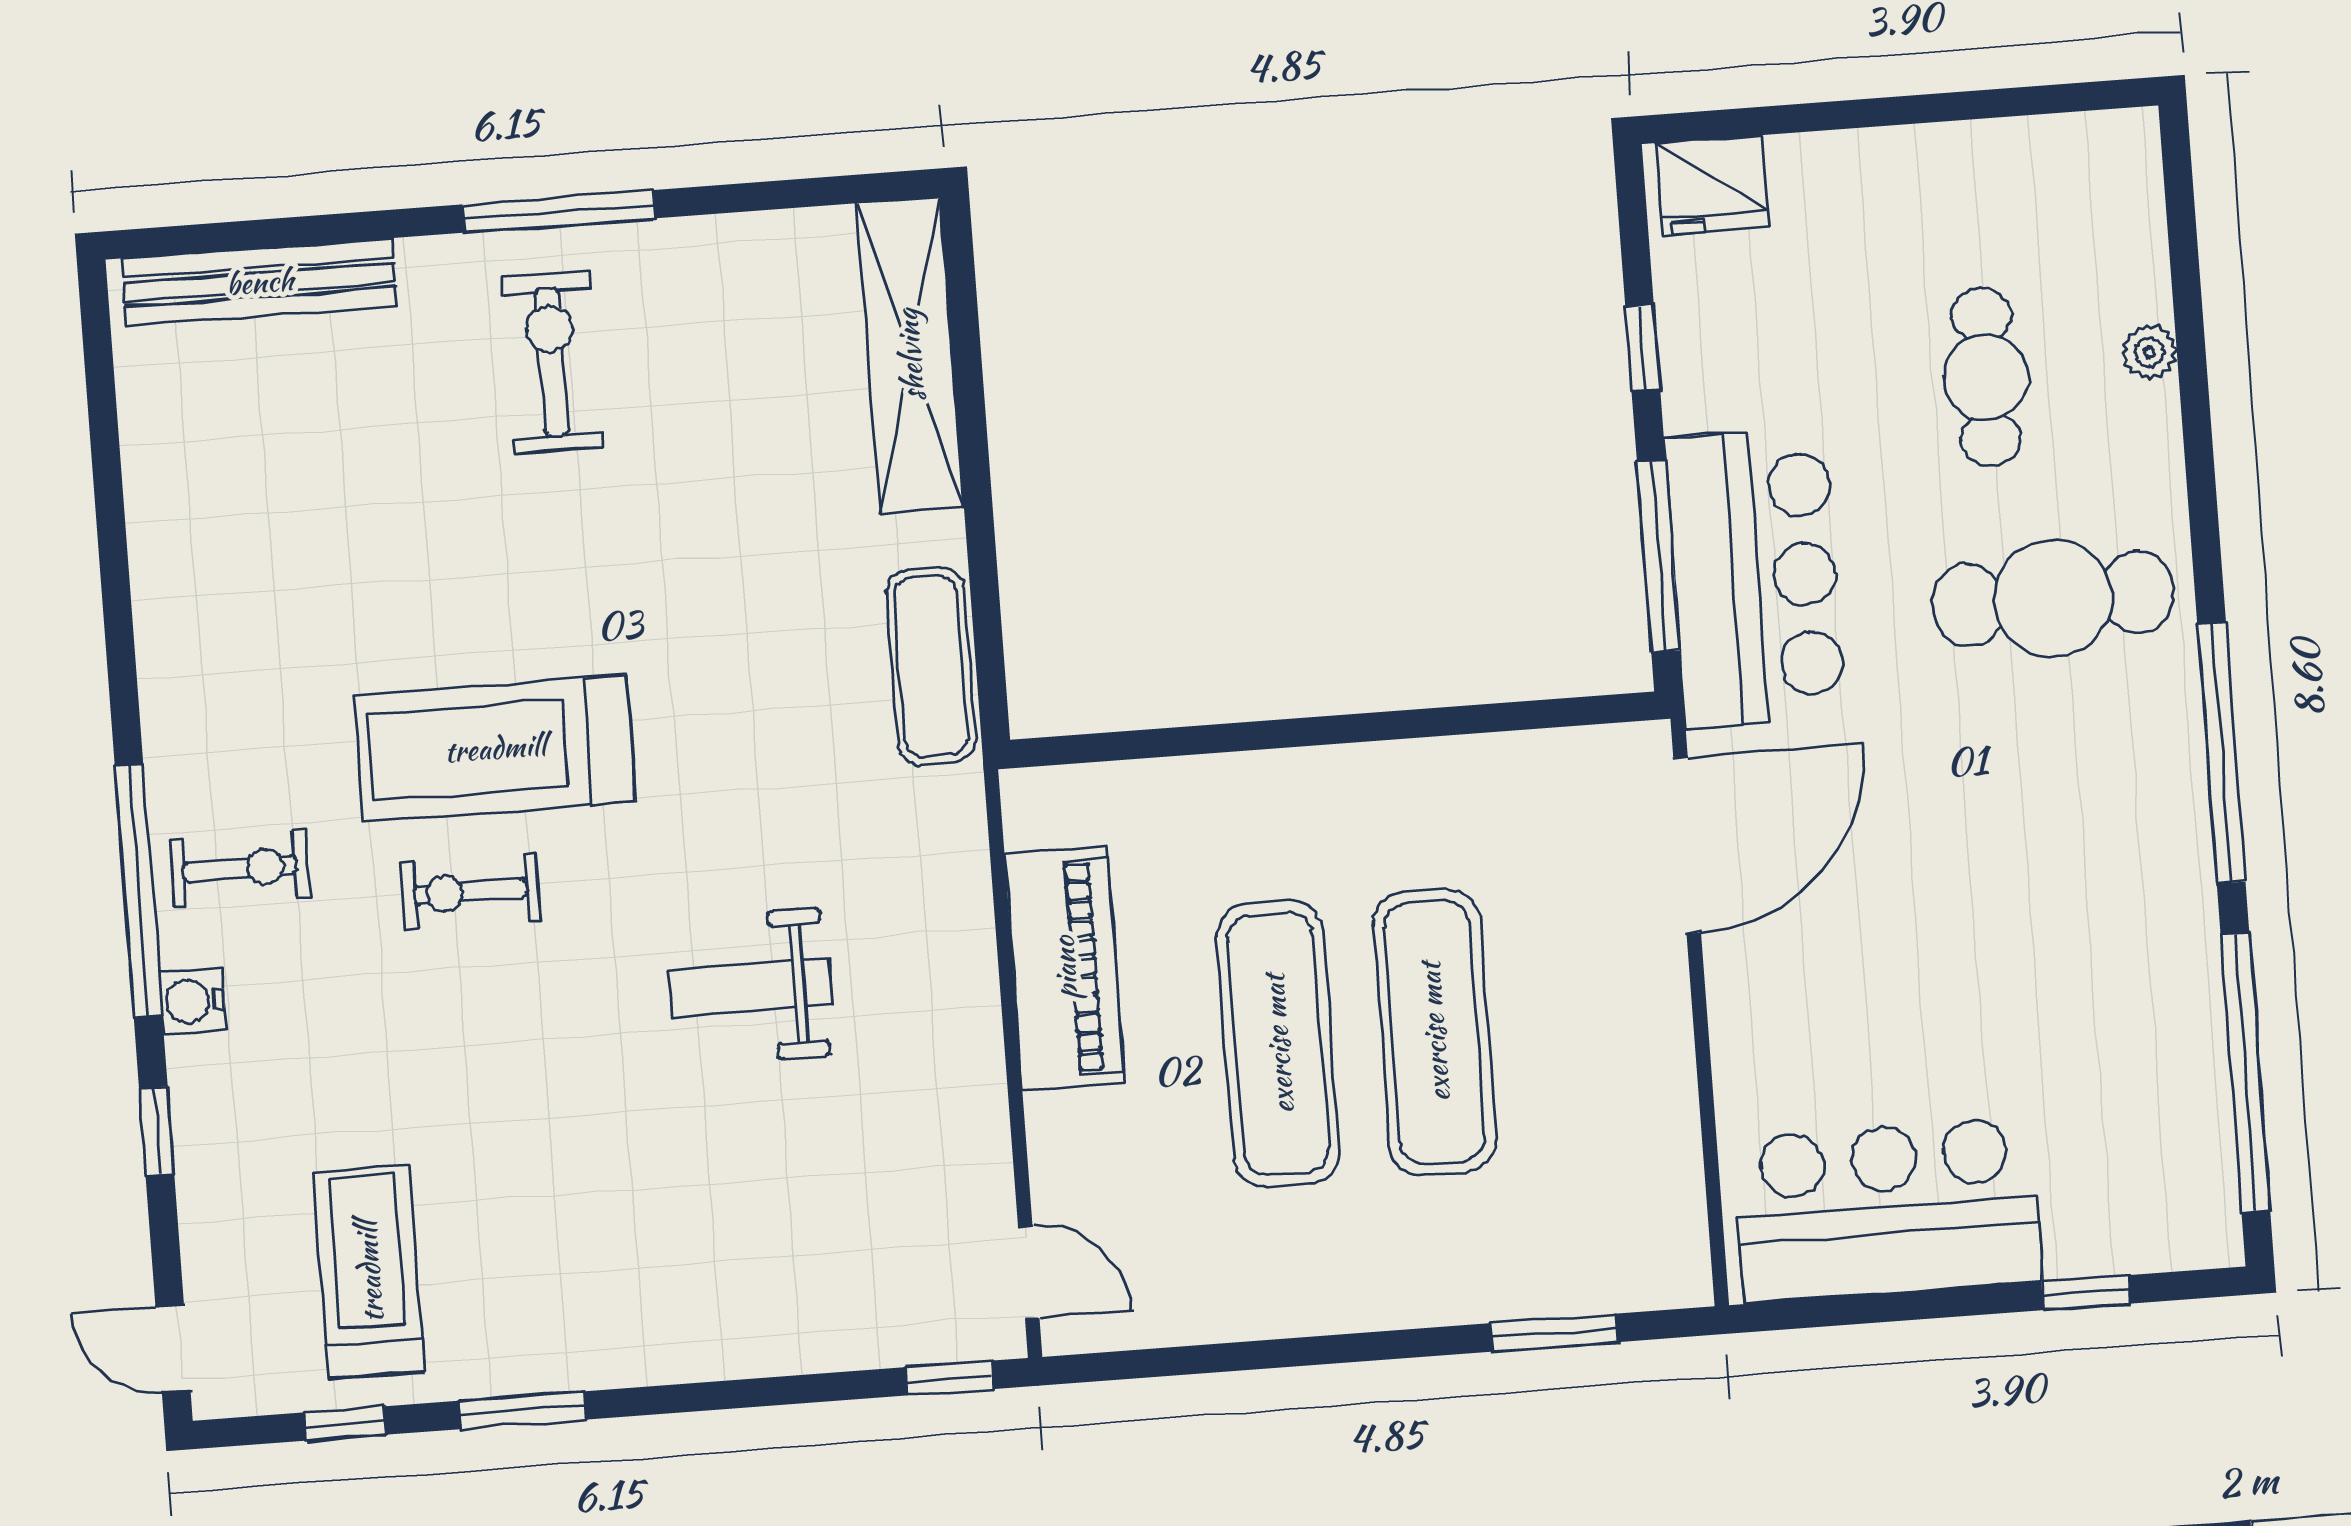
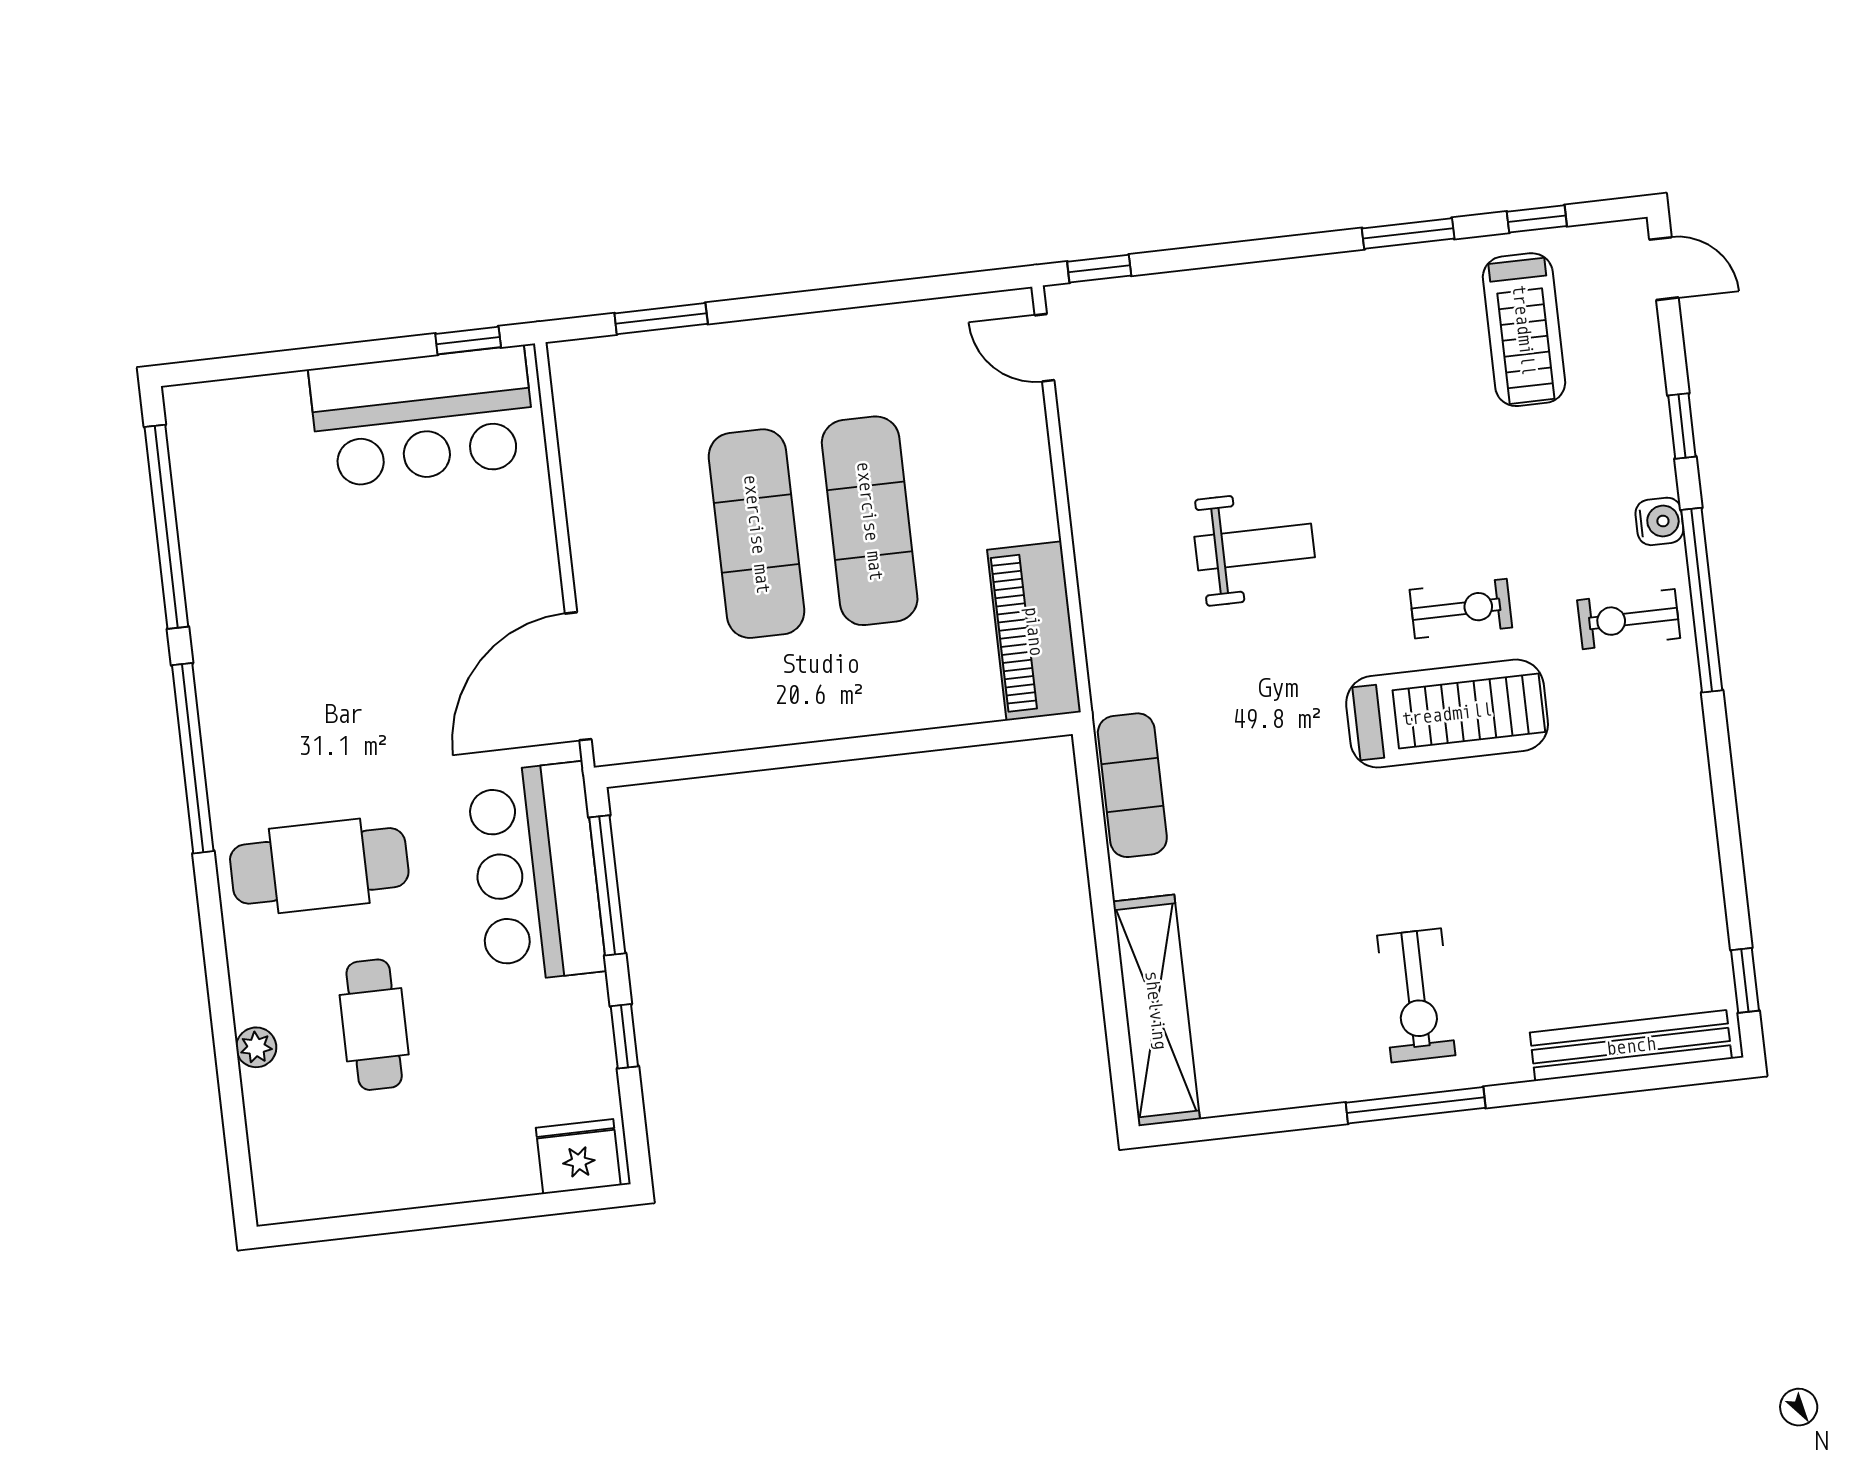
window: (99, 366) -> (1745, 980), added
piano: (1065, 968) -> (1034, 631), moved
window: (2086, 1293) -> (468, 341), moved

